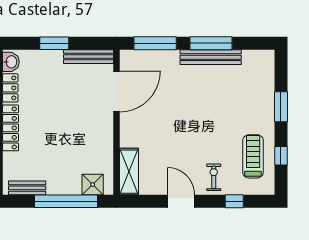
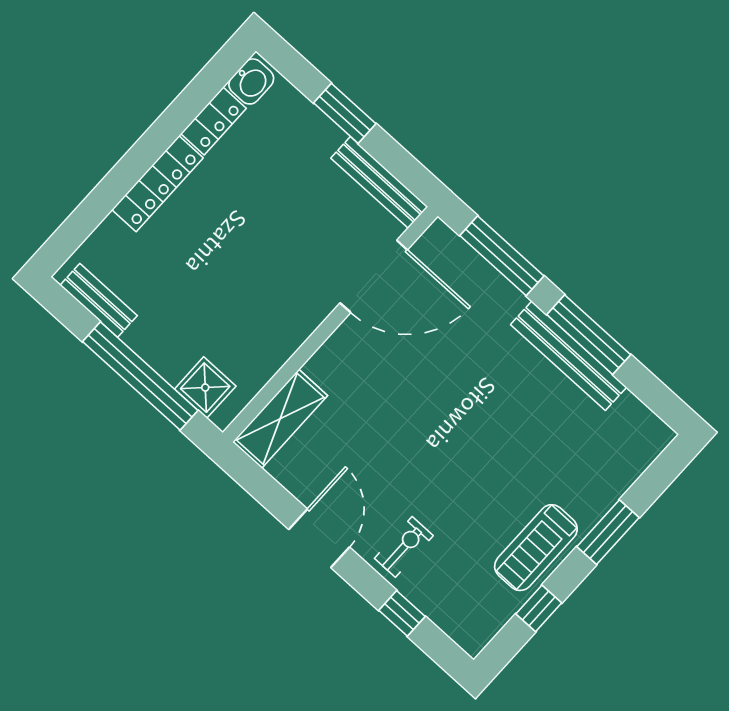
treadmill: (253, 156) -> (536, 548), moved, turned 180

